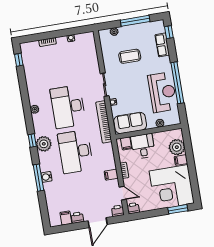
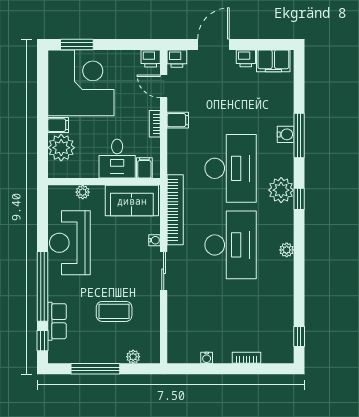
window: (177, 83) -> (42, 286), moved
filing cabinet: (66, 218) -> (273, 61), width x2.00

